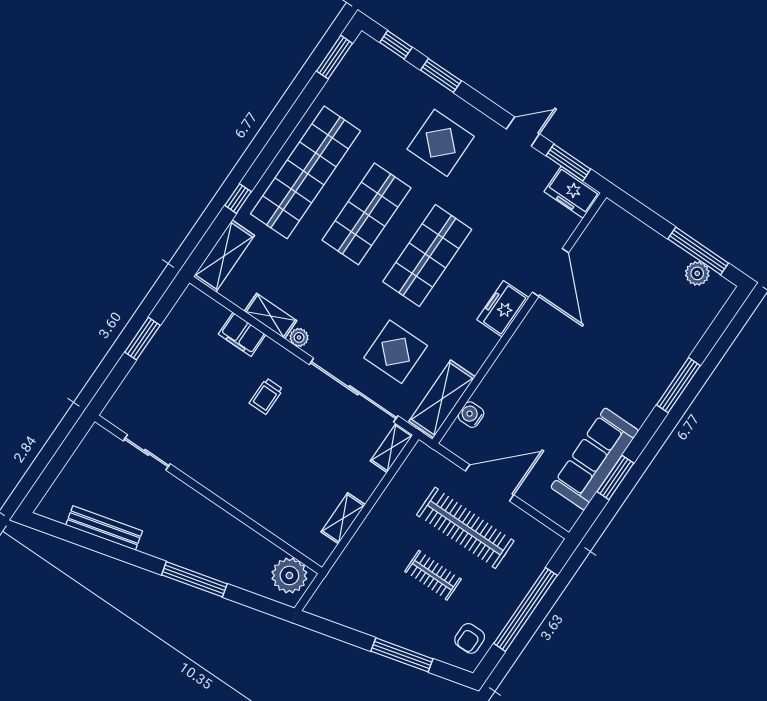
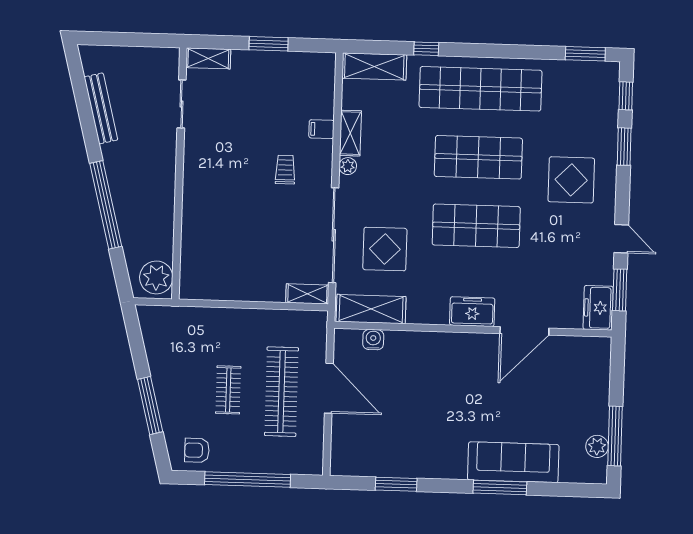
filing cabinet: (242, 334) -> (321, 129), width x0.50
trolley: (266, 396) -> (285, 170), turned 90
sofa: (595, 459) -> (513, 462), moved
shelving: (343, 518) -> (208, 58), moved
window: (194, 579) -> (106, 205), width x1.46

